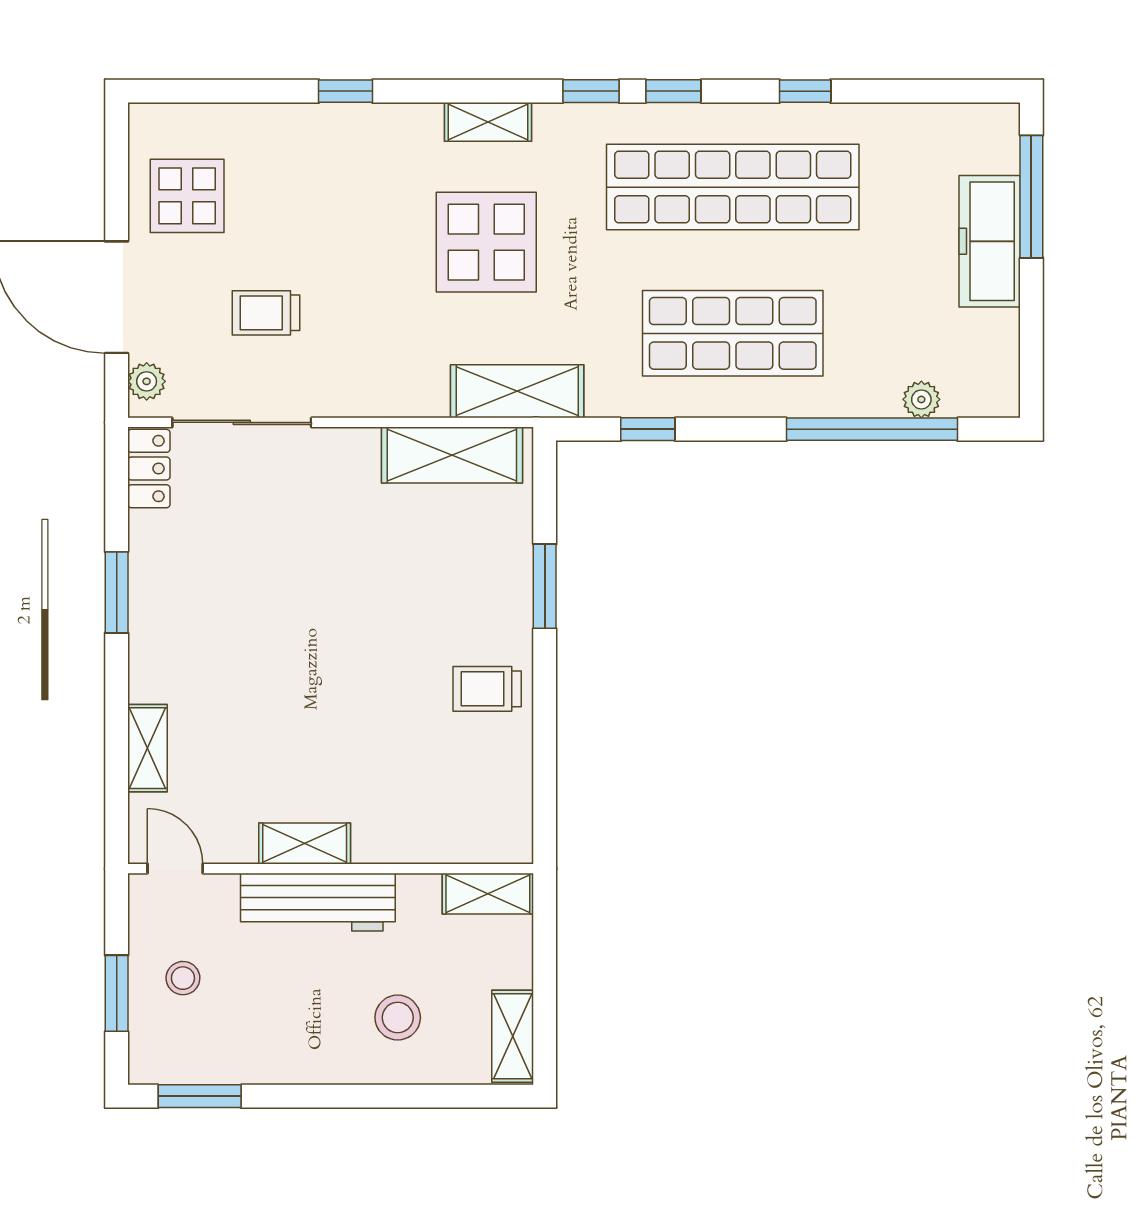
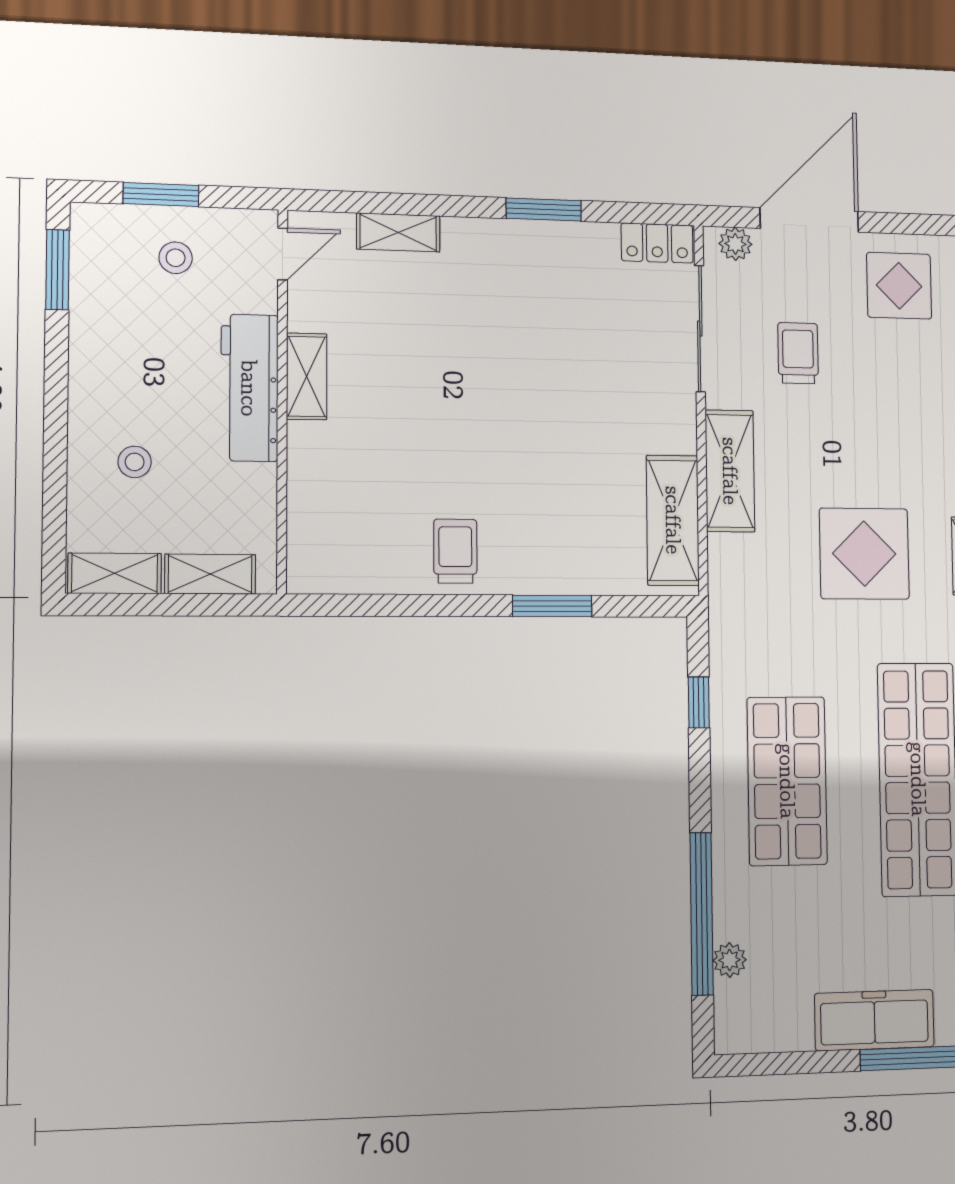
shelving: (517, 391) -> (730, 471), moved
shelving: (488, 894) -> (210, 574), moved, turned 90
stool: (398, 1018) -> (135, 462), width x0.73, depth x0.73

